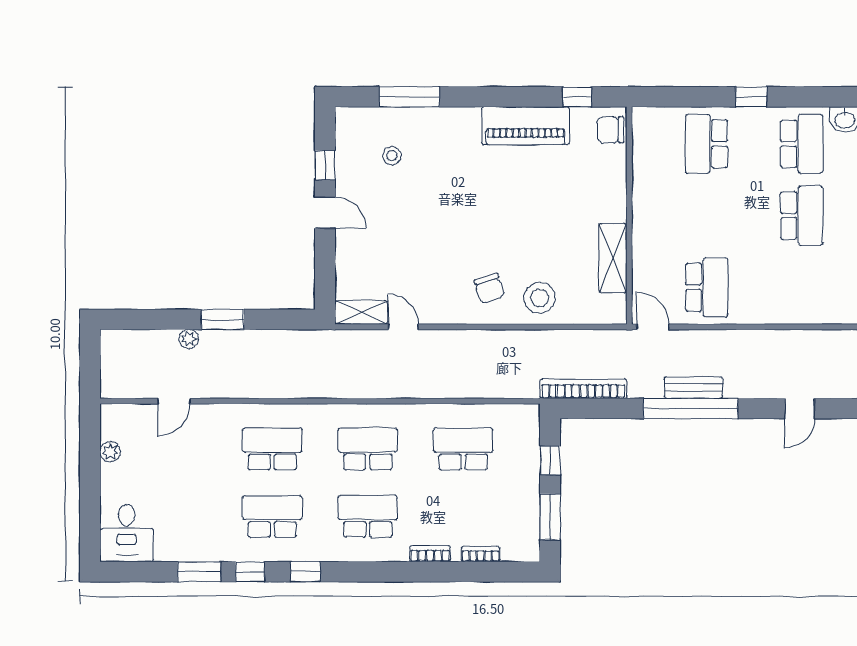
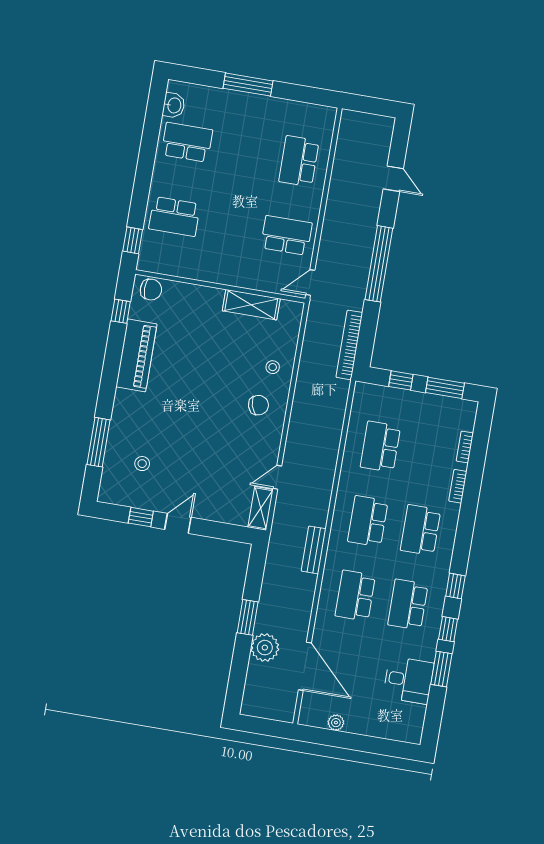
window: (751, 97) -> (133, 240), moved
chair: (611, 130) -> (151, 290), turned -90
school desk: (802, 216) -> (299, 161), moved, turned -90
stool: (540, 298) -> (273, 367), width x0.53, depth x0.53
plant: (189, 339) -> (265, 648), width x1.88, depth x1.88
bench: (693, 387) -> (314, 550), moved
door: (174, 401) -> (305, 666), width x1.87
desk: (127, 533) -> (408, 680), moved

